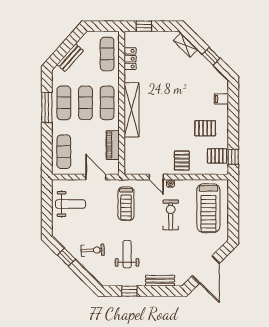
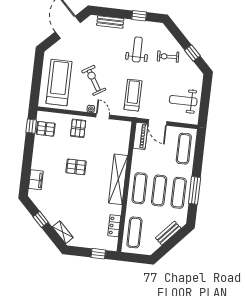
filing cabinet: (221, 99) -> (36, 180), width x2.00
pallet: (205, 128) -> (76, 167), moved
piano: (113, 145) -> (140, 136), moved
exercise bike: (171, 215) -> (94, 80), turned 148
weight bench: (127, 254) -> (137, 49), turned 180

